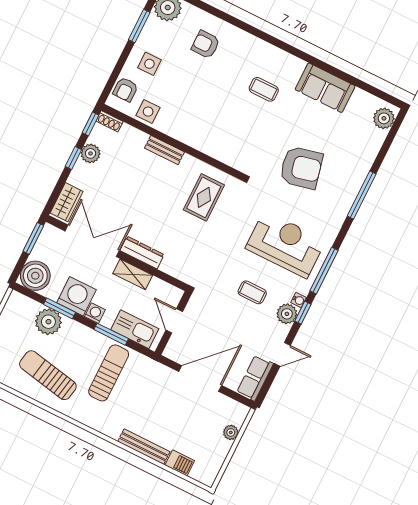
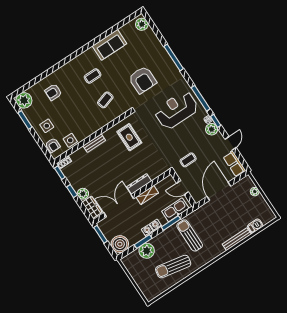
coffee table: (239, 129) -> (105, 100), added
plant: (91, 153) -> (83, 194), moved
armchair: (301, 168) -> (143, 80), turned 103
coffee table: (252, 292) -> (188, 160), moved
washing machine: (76, 296) -> (147, 231), width x0.53, depth x0.53

